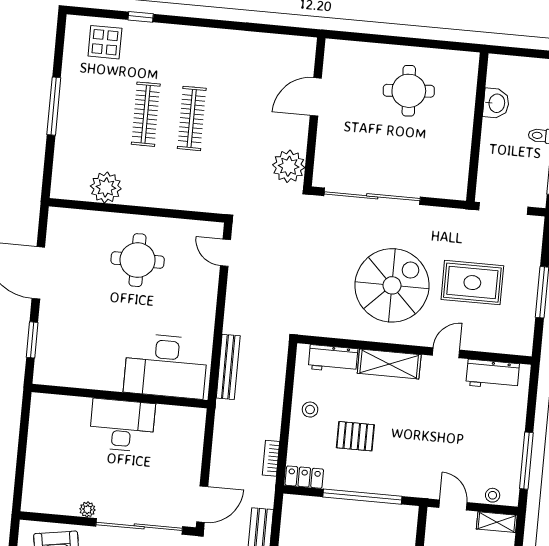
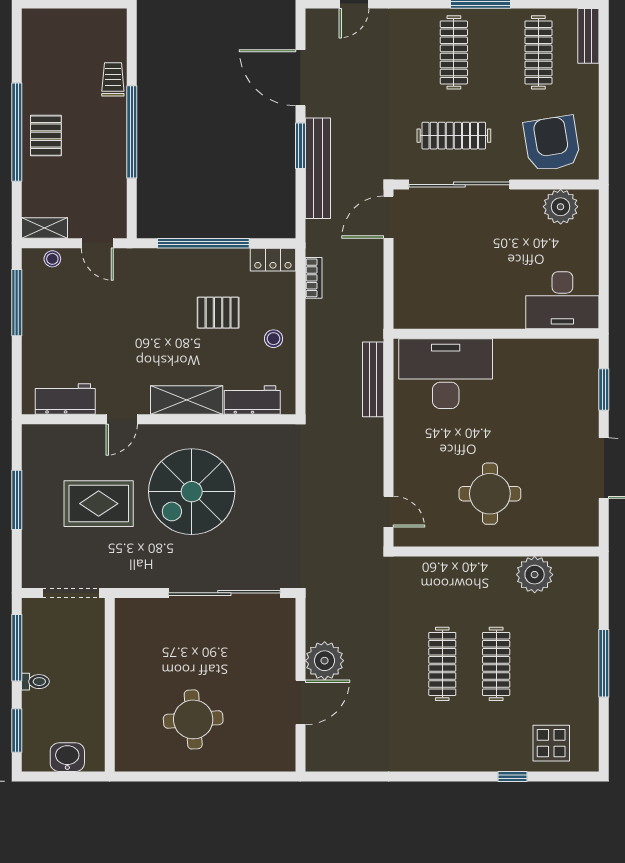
washbasin: (496, 103) -> (67, 757), moved, turned 90
plant: (289, 166) -> (325, 661), moved
desk: (122, 425) -> (562, 300), moved
plant: (87, 509) -> (561, 207), moved, width x1.87, depth x1.87

